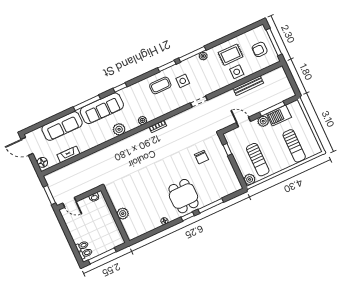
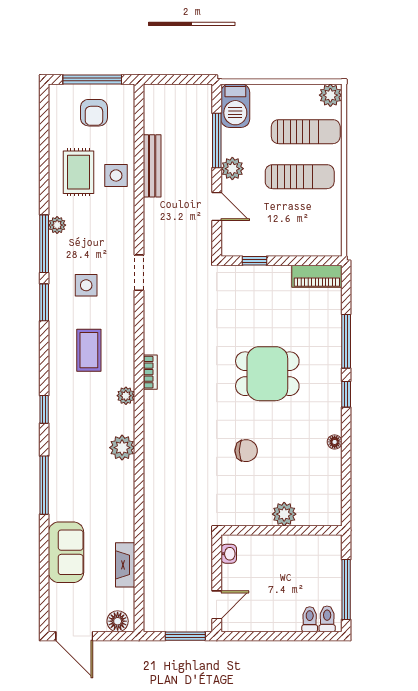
coffee table: (160, 85) -> (89, 350), moved
sofa: (102, 108) -> (67, 462), removed
barbecue: (279, 115) -> (235, 106), moved
door: (243, 122) -> (217, 206), swing flipped
sofa: (62, 126) -> (66, 552), width x0.73
door: (27, 146) -> (74, 636), hinge flipped
chair: (202, 157) -> (246, 451), moved
sun lounger: (258, 160) -> (300, 177), moved
plant: (250, 179) -> (330, 95), moved
piano: (233, 180) -> (317, 276), added
dining table: (183, 196) -> (267, 374), moved

